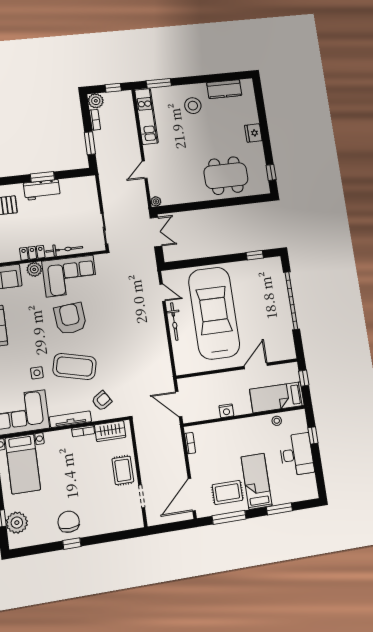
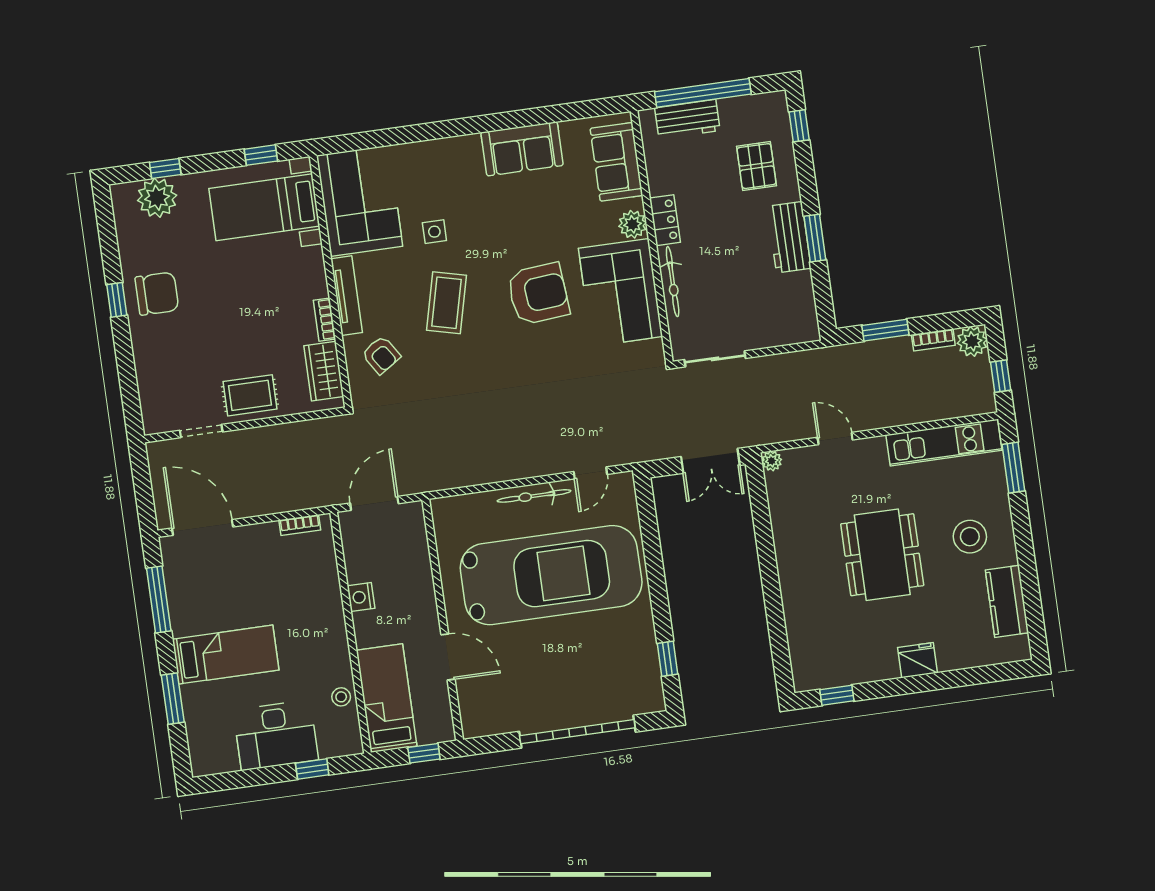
dining table: (226, 176) -> (882, 555), moved
coffee table: (75, 366) -> (446, 303), width x0.73, depth x0.76
rug: (227, 492) -> (205, 597), removed

